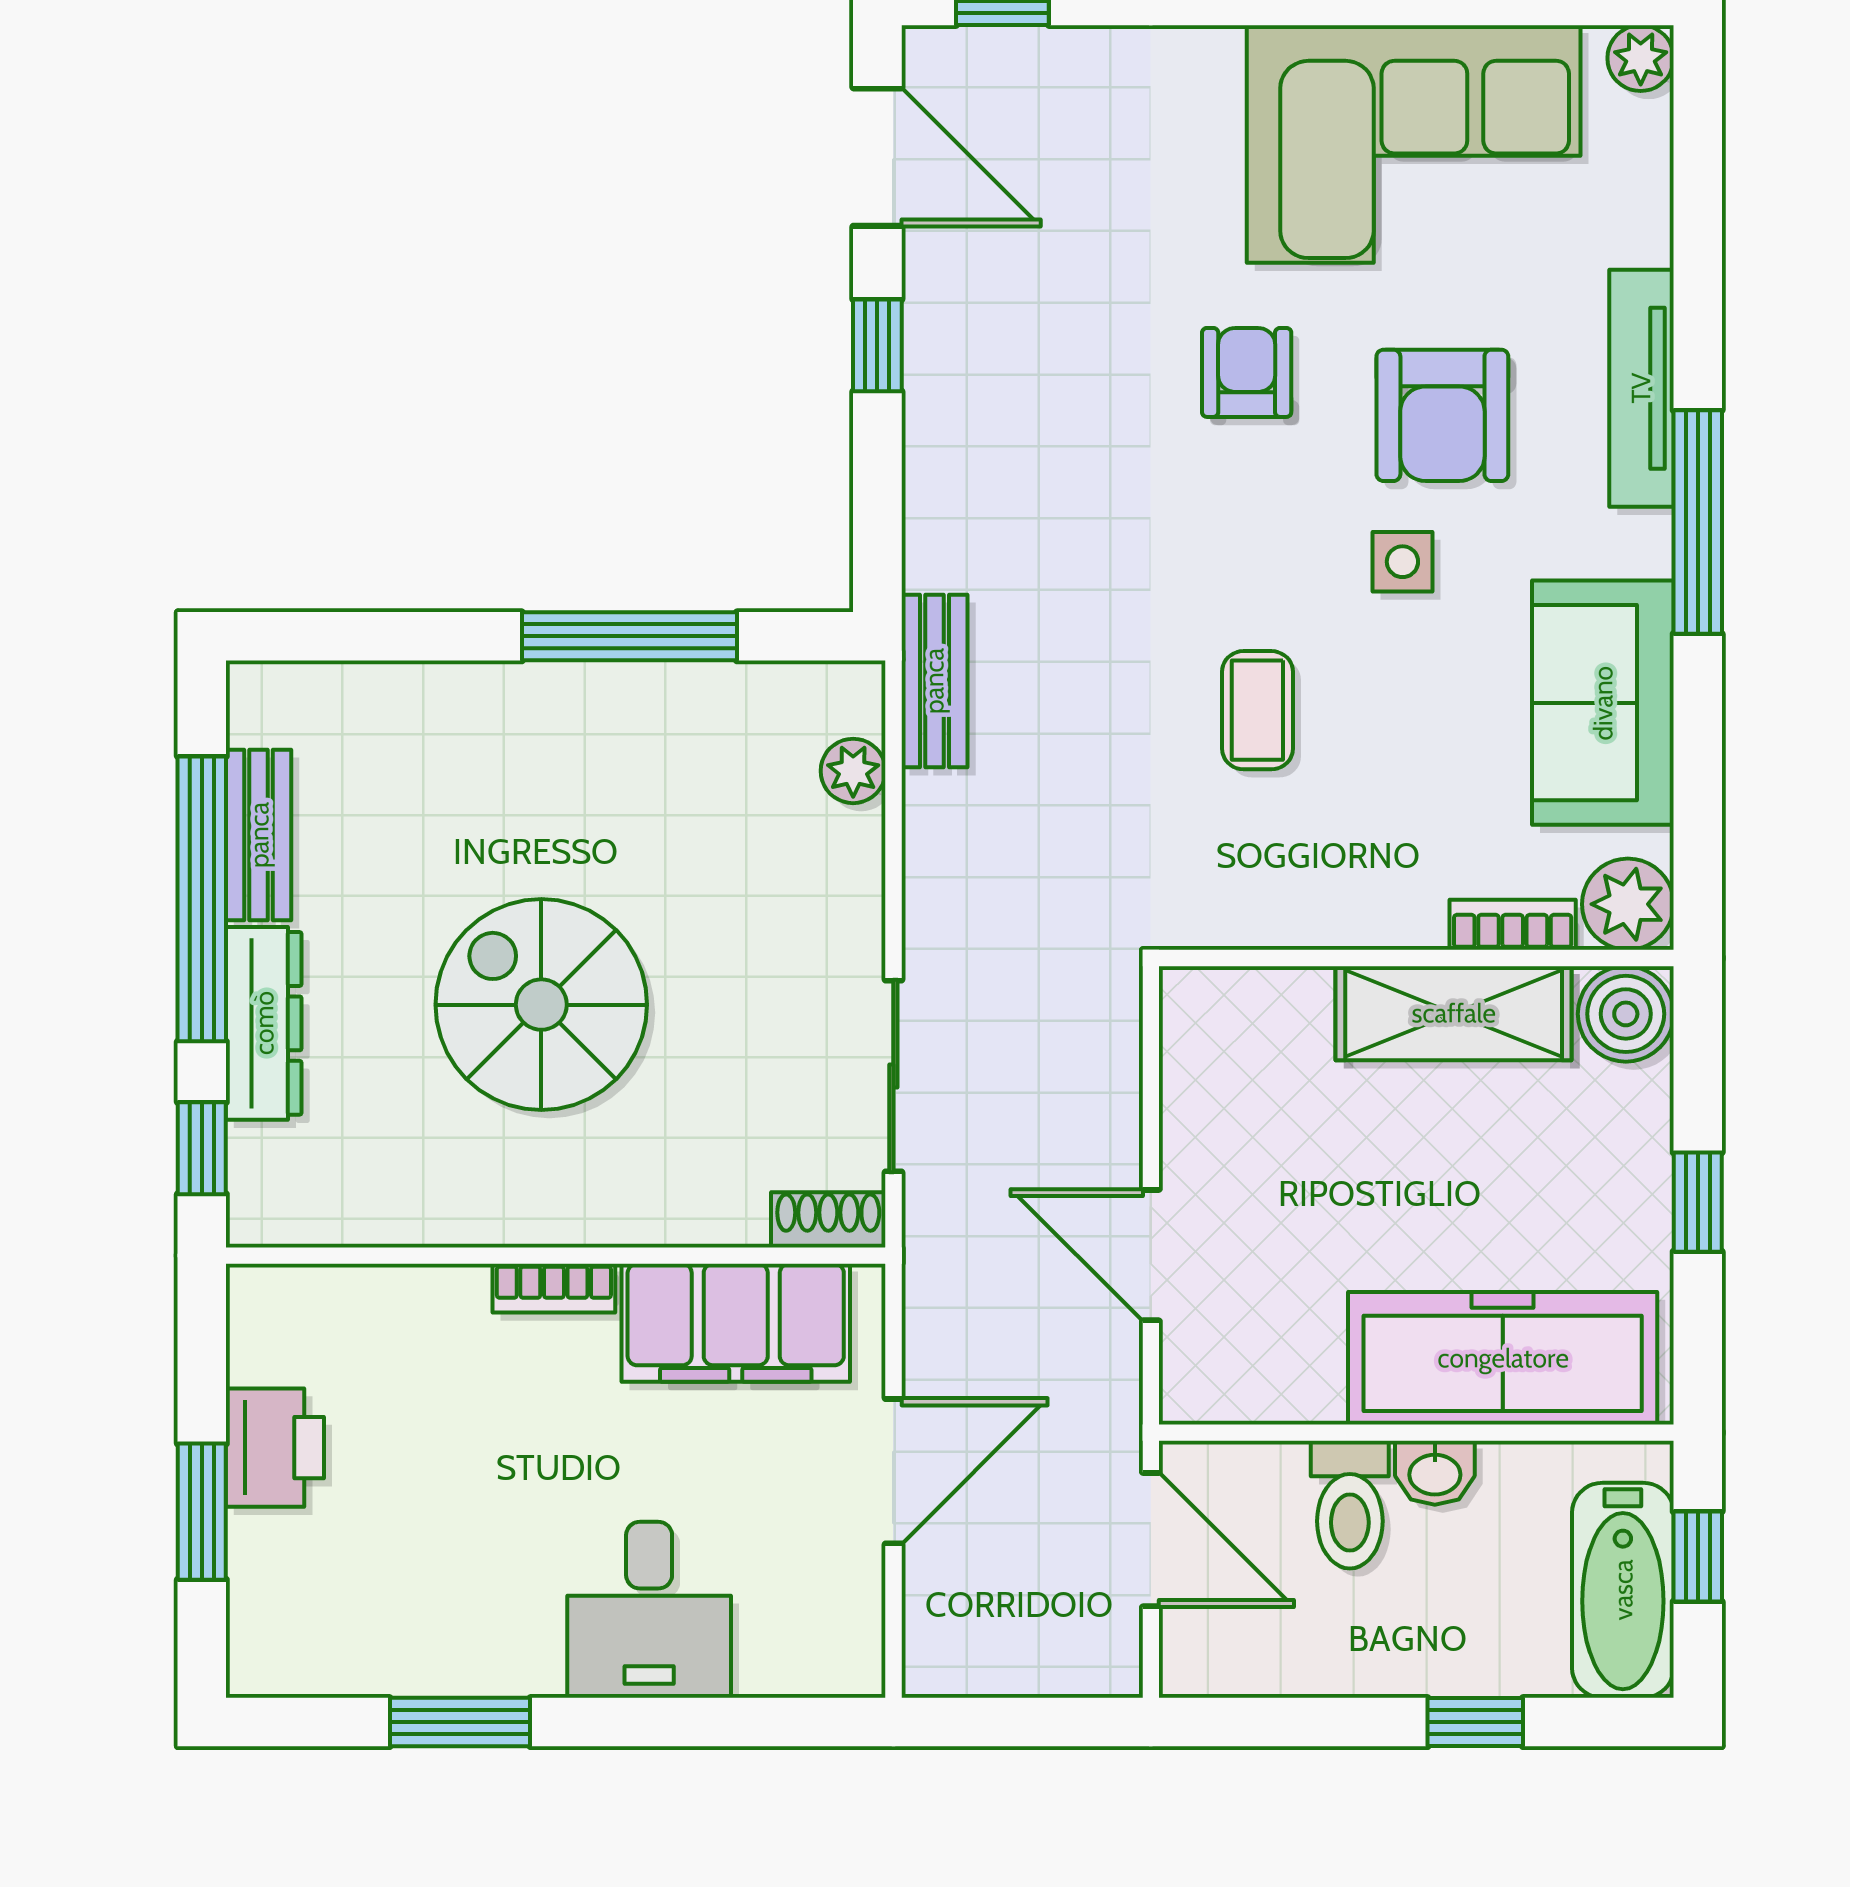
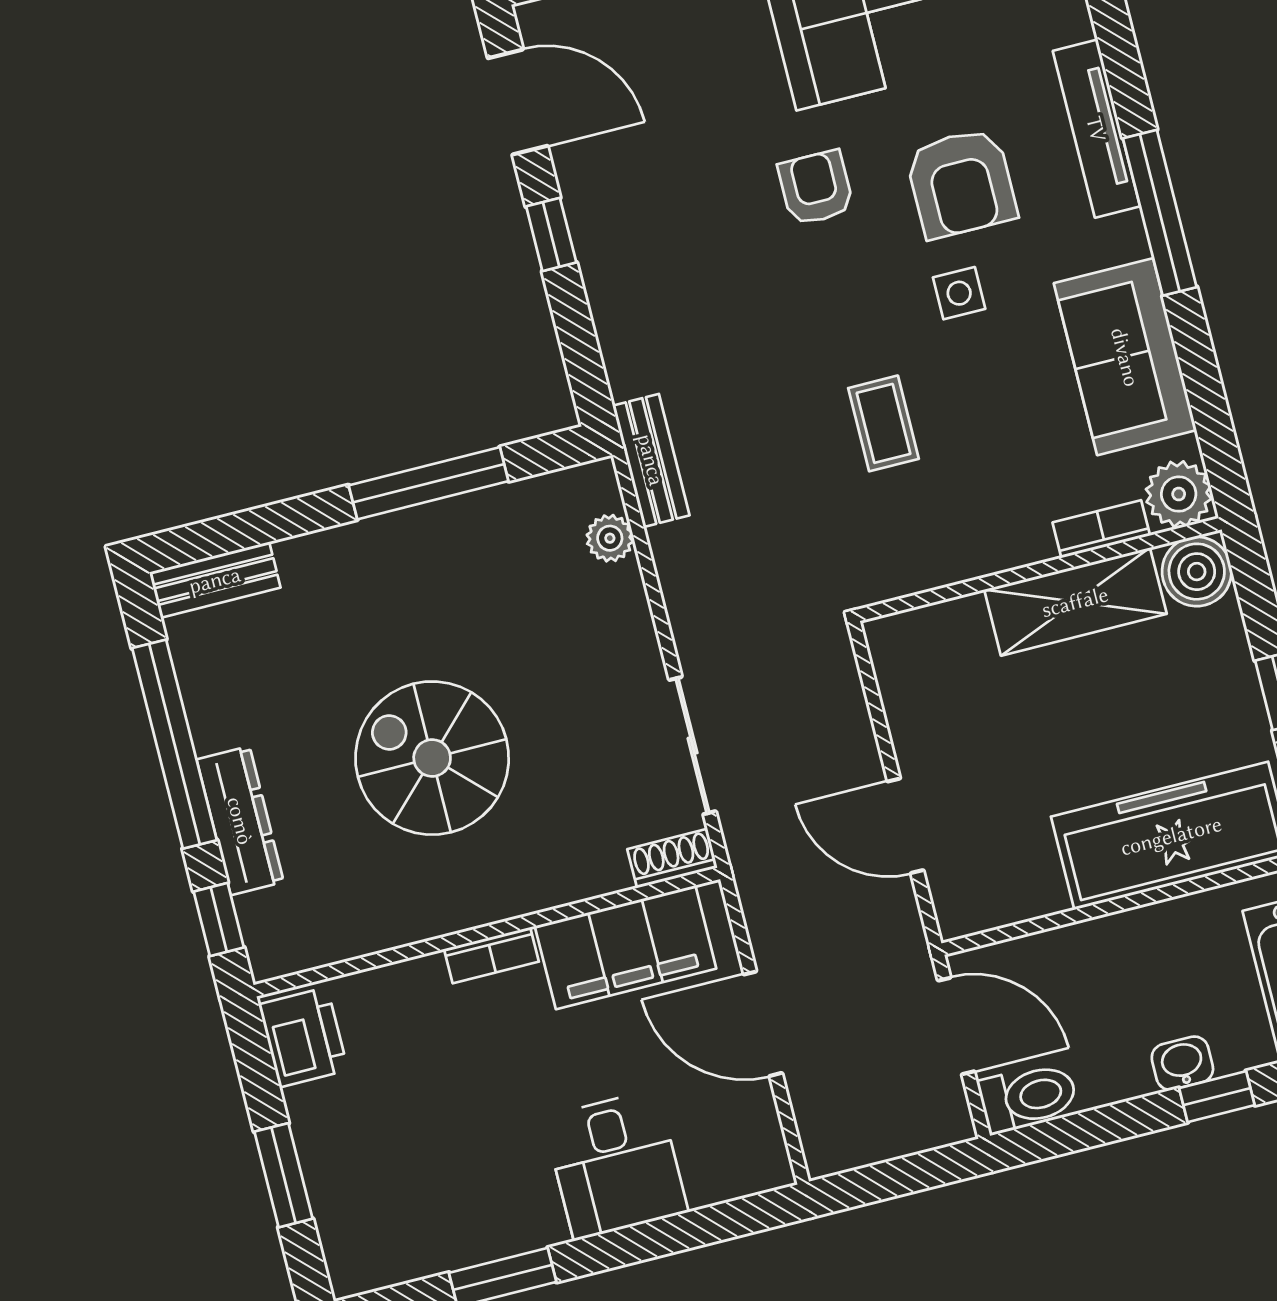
bench: (259, 835) -> (215, 580), moved, turned 90
printer: (275, 1448) -> (303, 1037), moved
door: (893, 1471) -> (763, 1024), swing flipped
washbasin: (1435, 1473) -> (1182, 1063), moved, turned 180
toilet: (1350, 1505) -> (1028, 1097), moved, turned -90

